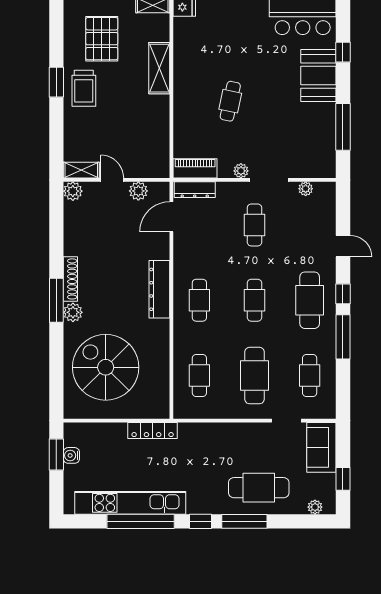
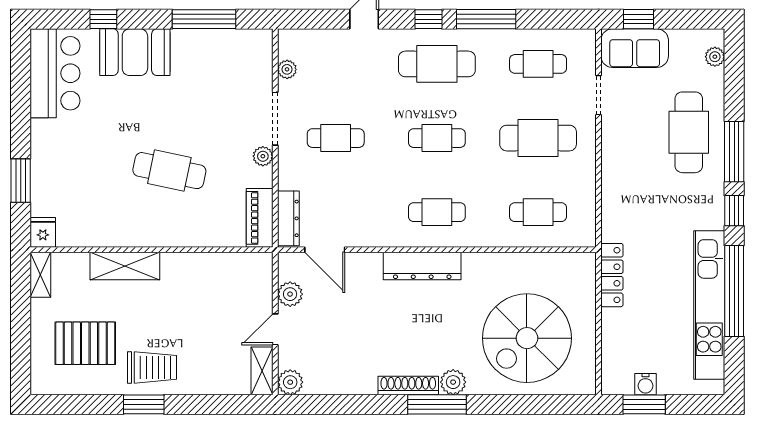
cafe table: (230, 101) -> (169, 171), width x1.37, depth x1.35
window: (343, 479) -> (639, 19), moved

